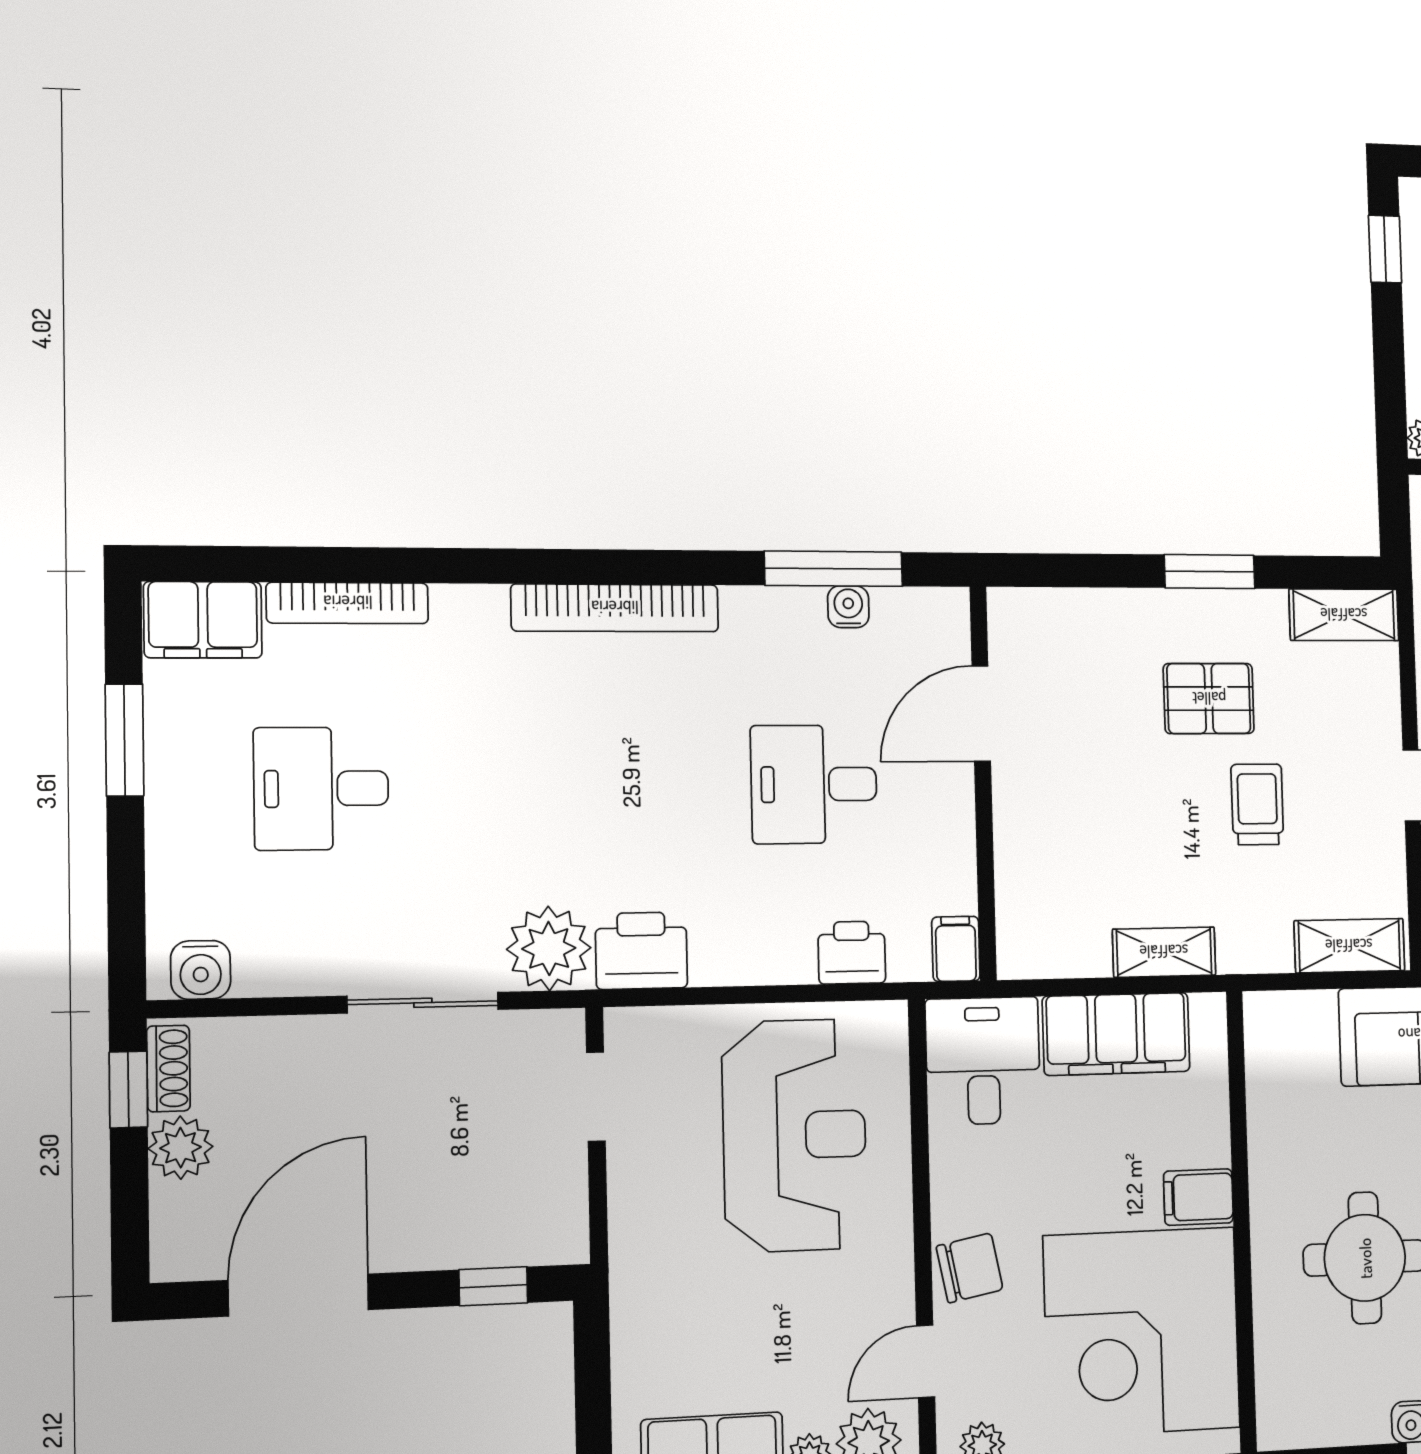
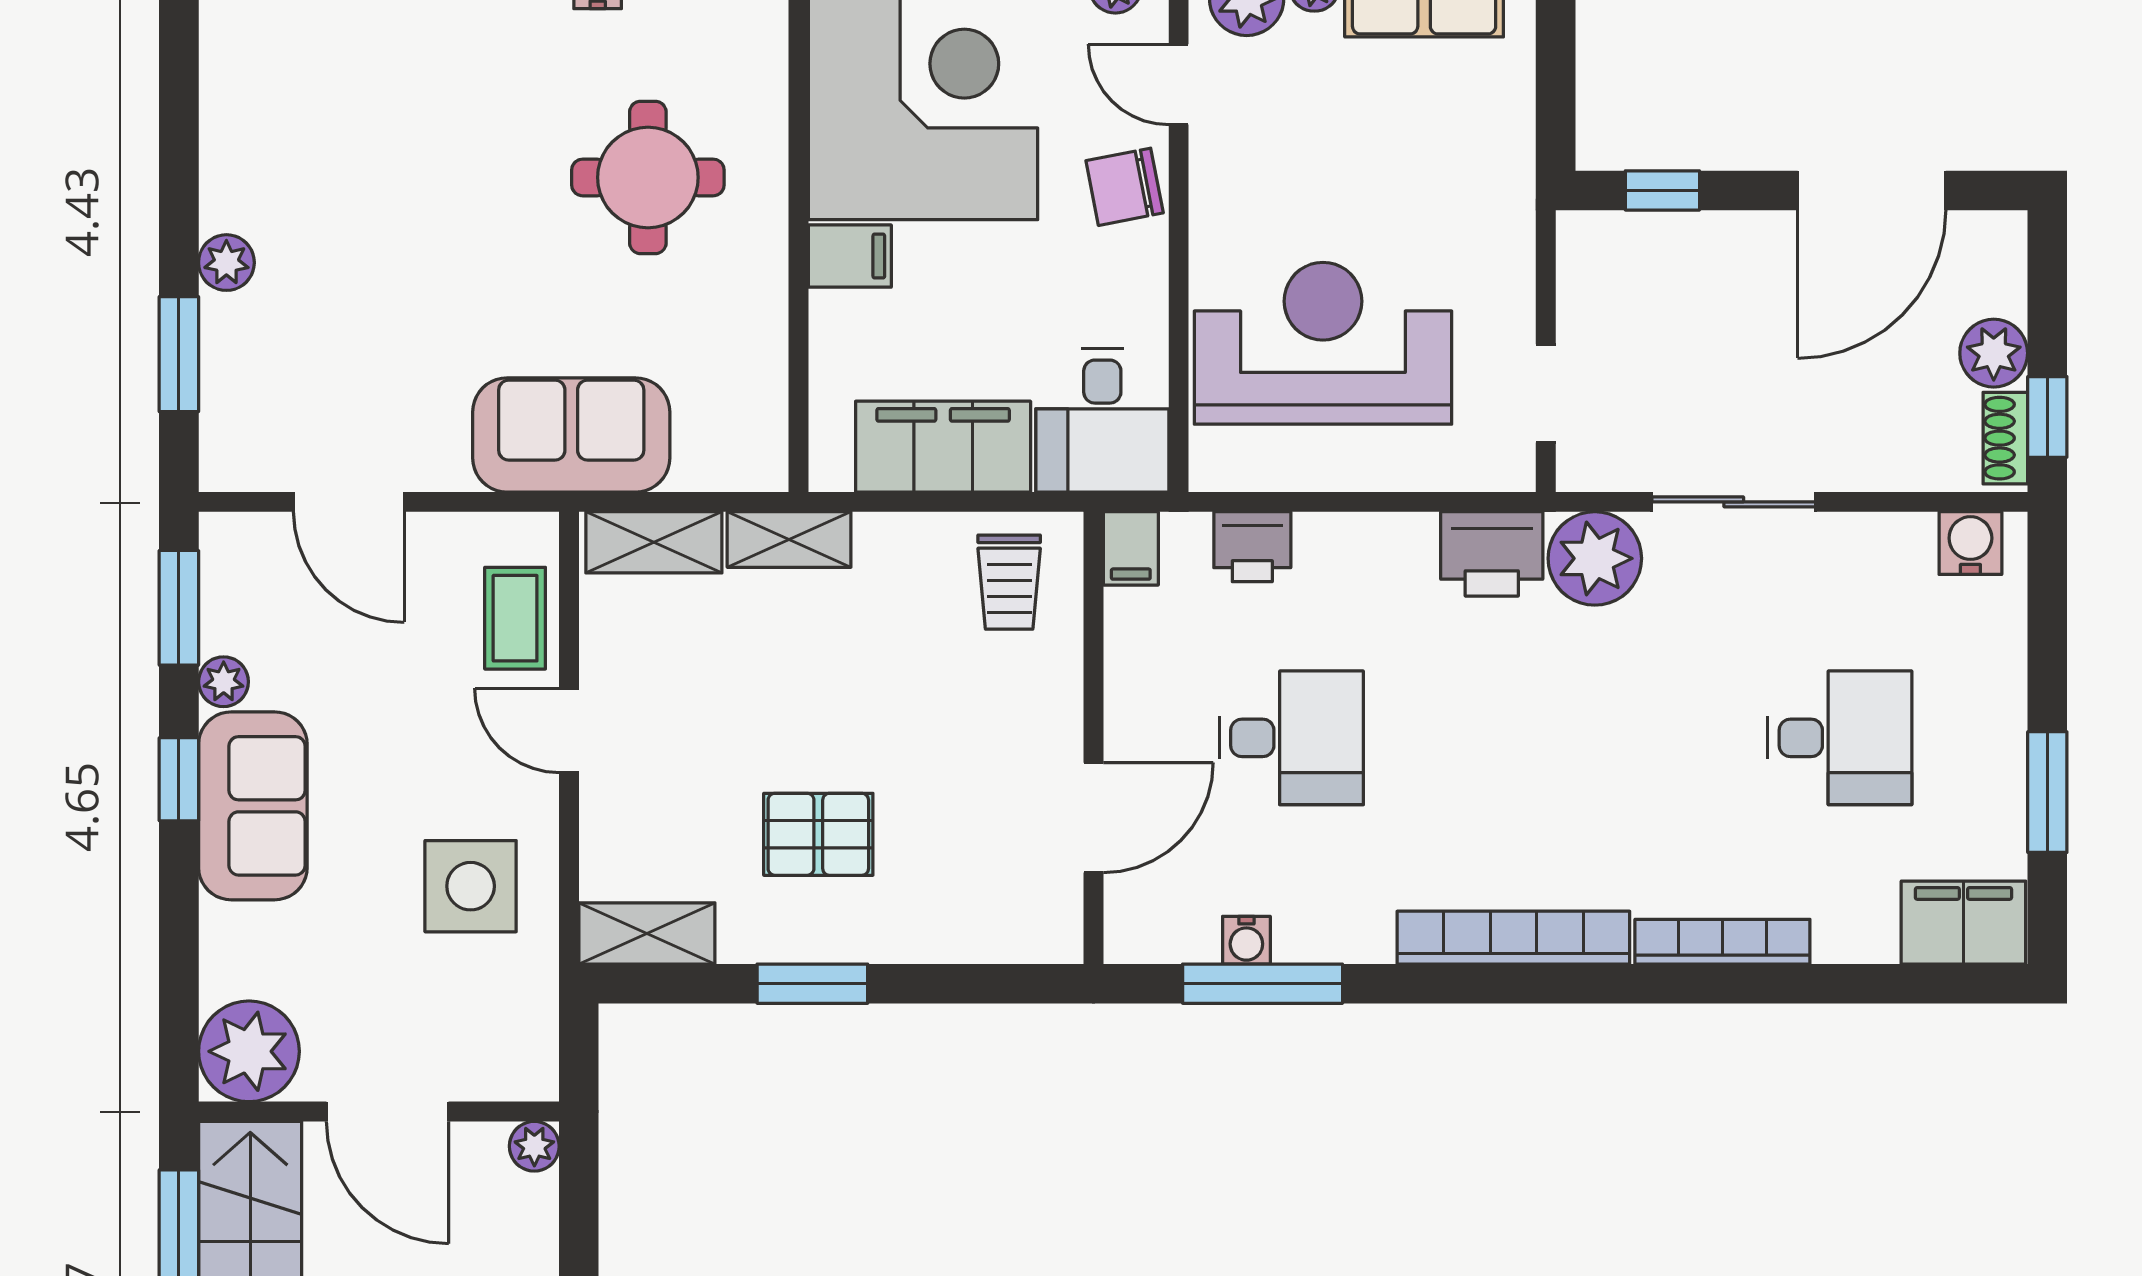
bookcase: (348, 603) -> (1722, 942), moved
trolley: (1257, 804) -> (1009, 582), moved
shelving: (1164, 952) -> (789, 540), moved
reception desk: (795, 1135) -> (1323, 343), turned 90
door: (926, 1361) -> (1179, 84), swing flipped

